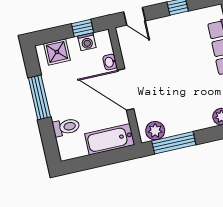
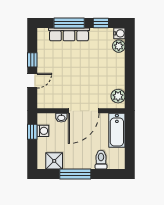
door: (134, 16) -> (32, 81), moved
shower: (57, 52) -> (54, 161), moved
window: (174, 143) -> (130, 85), removed

